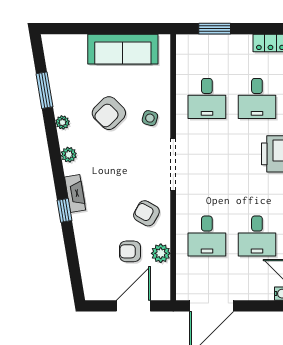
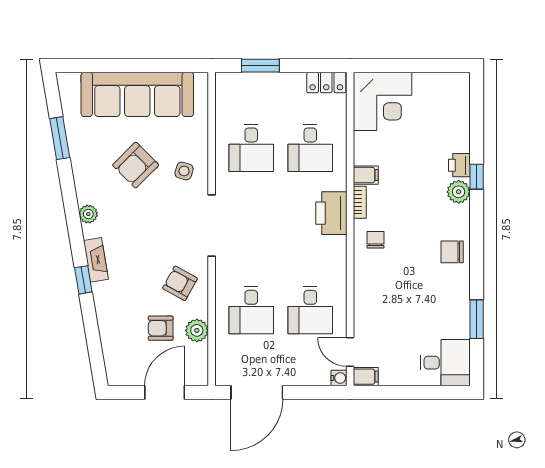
sofa: (123, 49) -> (137, 94), width x1.36, depth x1.27
plant: (63, 122) -> (81, 176), removed

